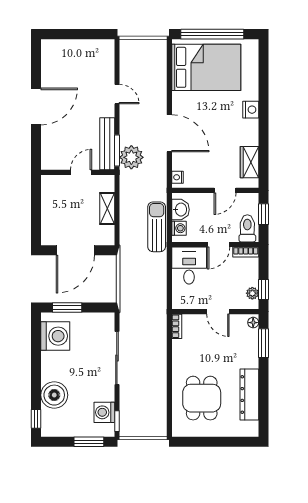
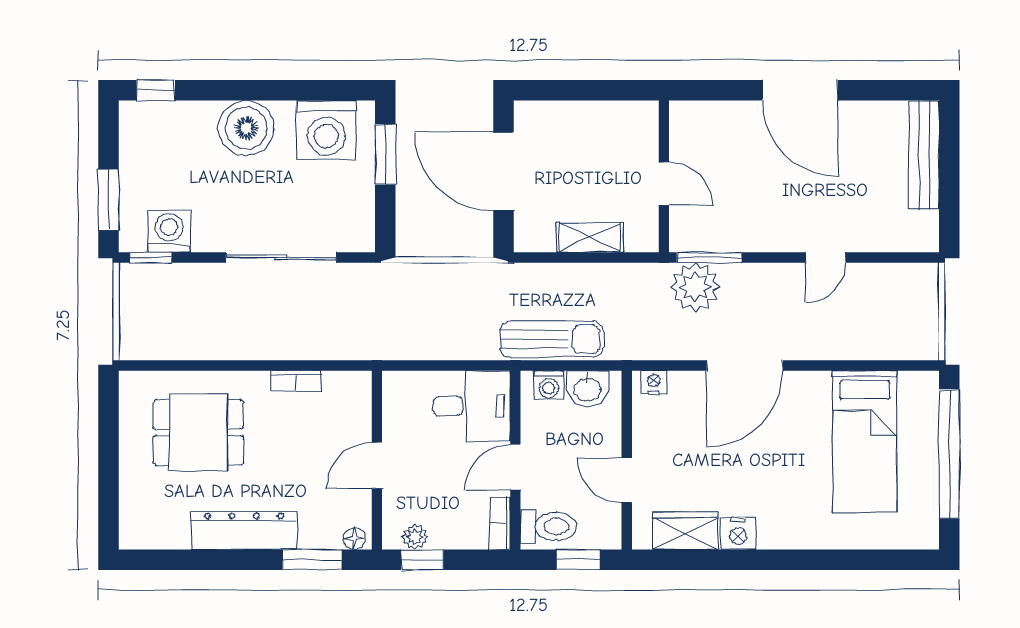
bed: (206, 67) -> (865, 442), width x0.67
nightstand: (251, 110) -> (738, 533), moved
bench: (107, 144) -> (924, 155), moved, turned 90
door: (219, 244) -> (515, 467), hinge flipped
bookcase: (177, 326) -> (296, 381), moved
boiler: (54, 395) -> (246, 128), moved
dresser: (249, 395) -> (244, 531), moved

